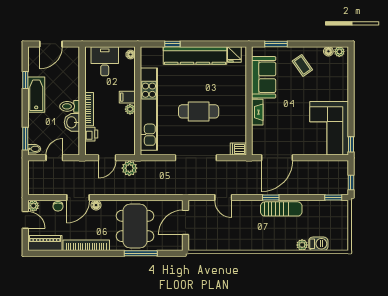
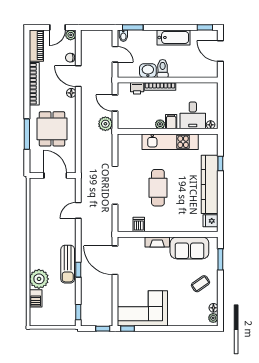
desk: (105, 61) -> (193, 115), moved, turned 90
window: (25, 80) -> (205, 27), moved
kitchen unit: (149, 109) -> (170, 142), width x0.73
dishwasher: (238, 149) -> (139, 224), moved
window: (351, 183) -> (103, 329), moved
window: (271, 198) -> (78, 270), moved
dining table: (135, 226) -> (52, 129), width x0.73
plant: (302, 245) -> (39, 279), width x1.88, depth x1.88

